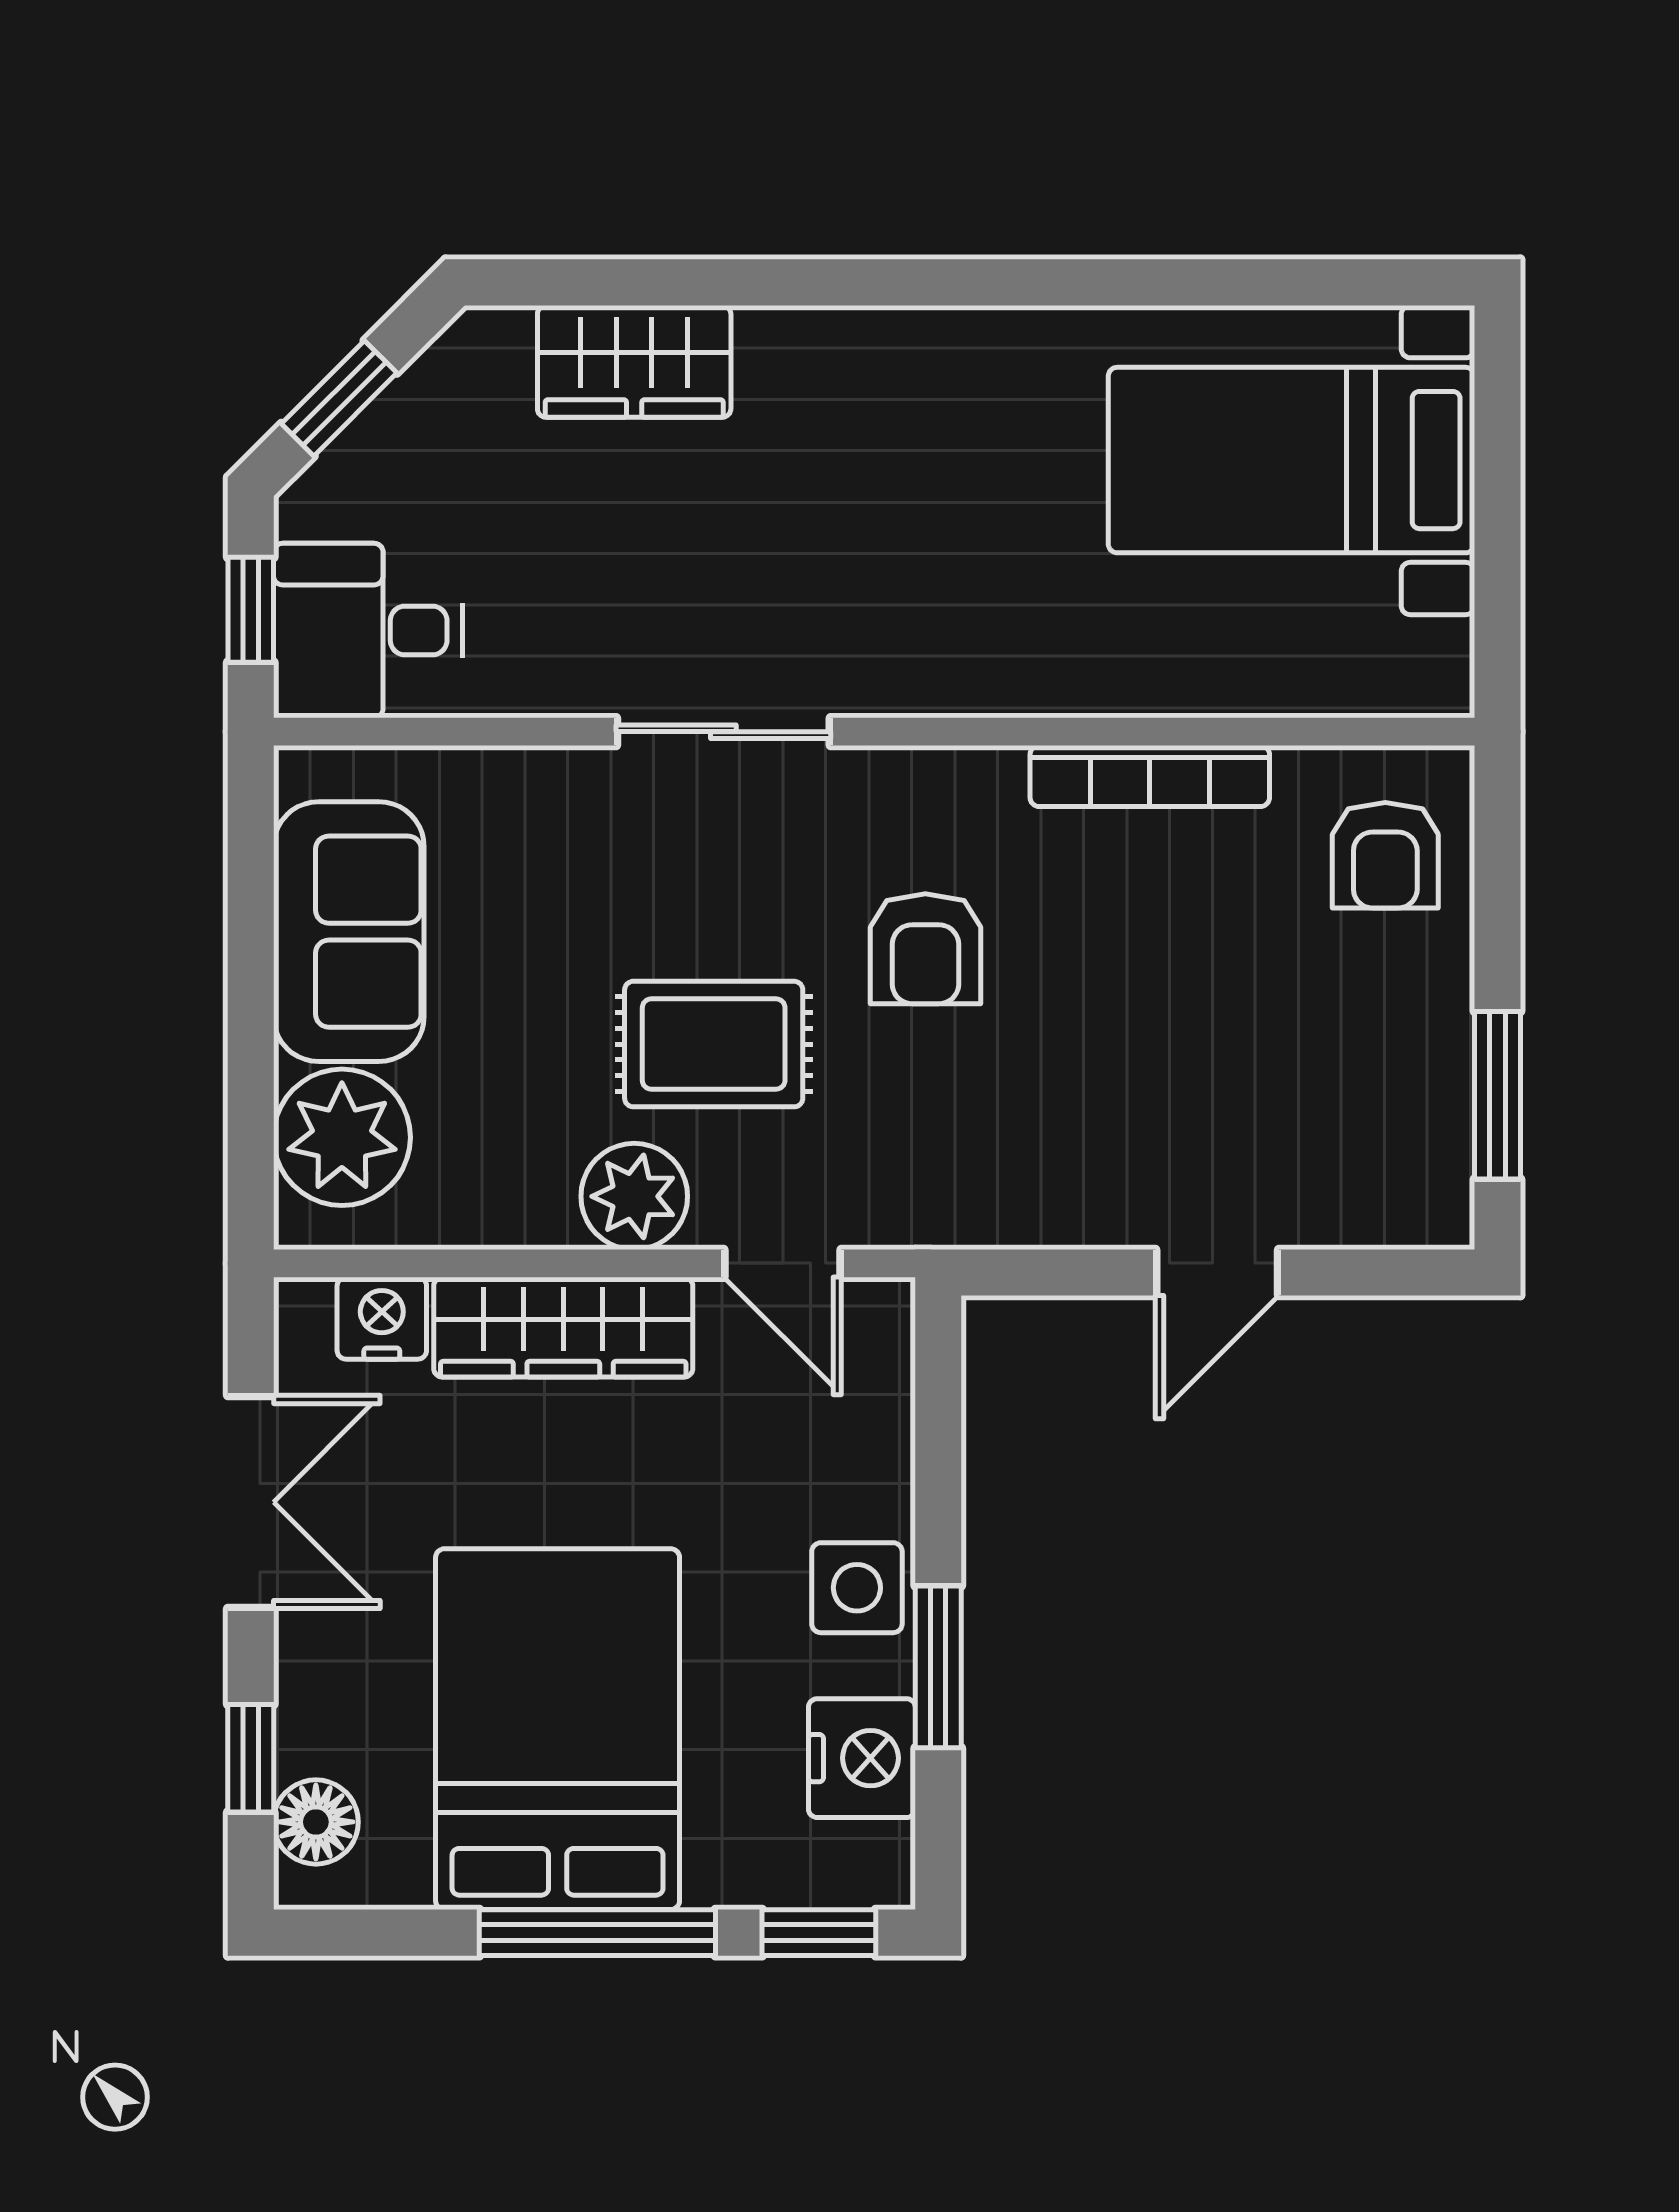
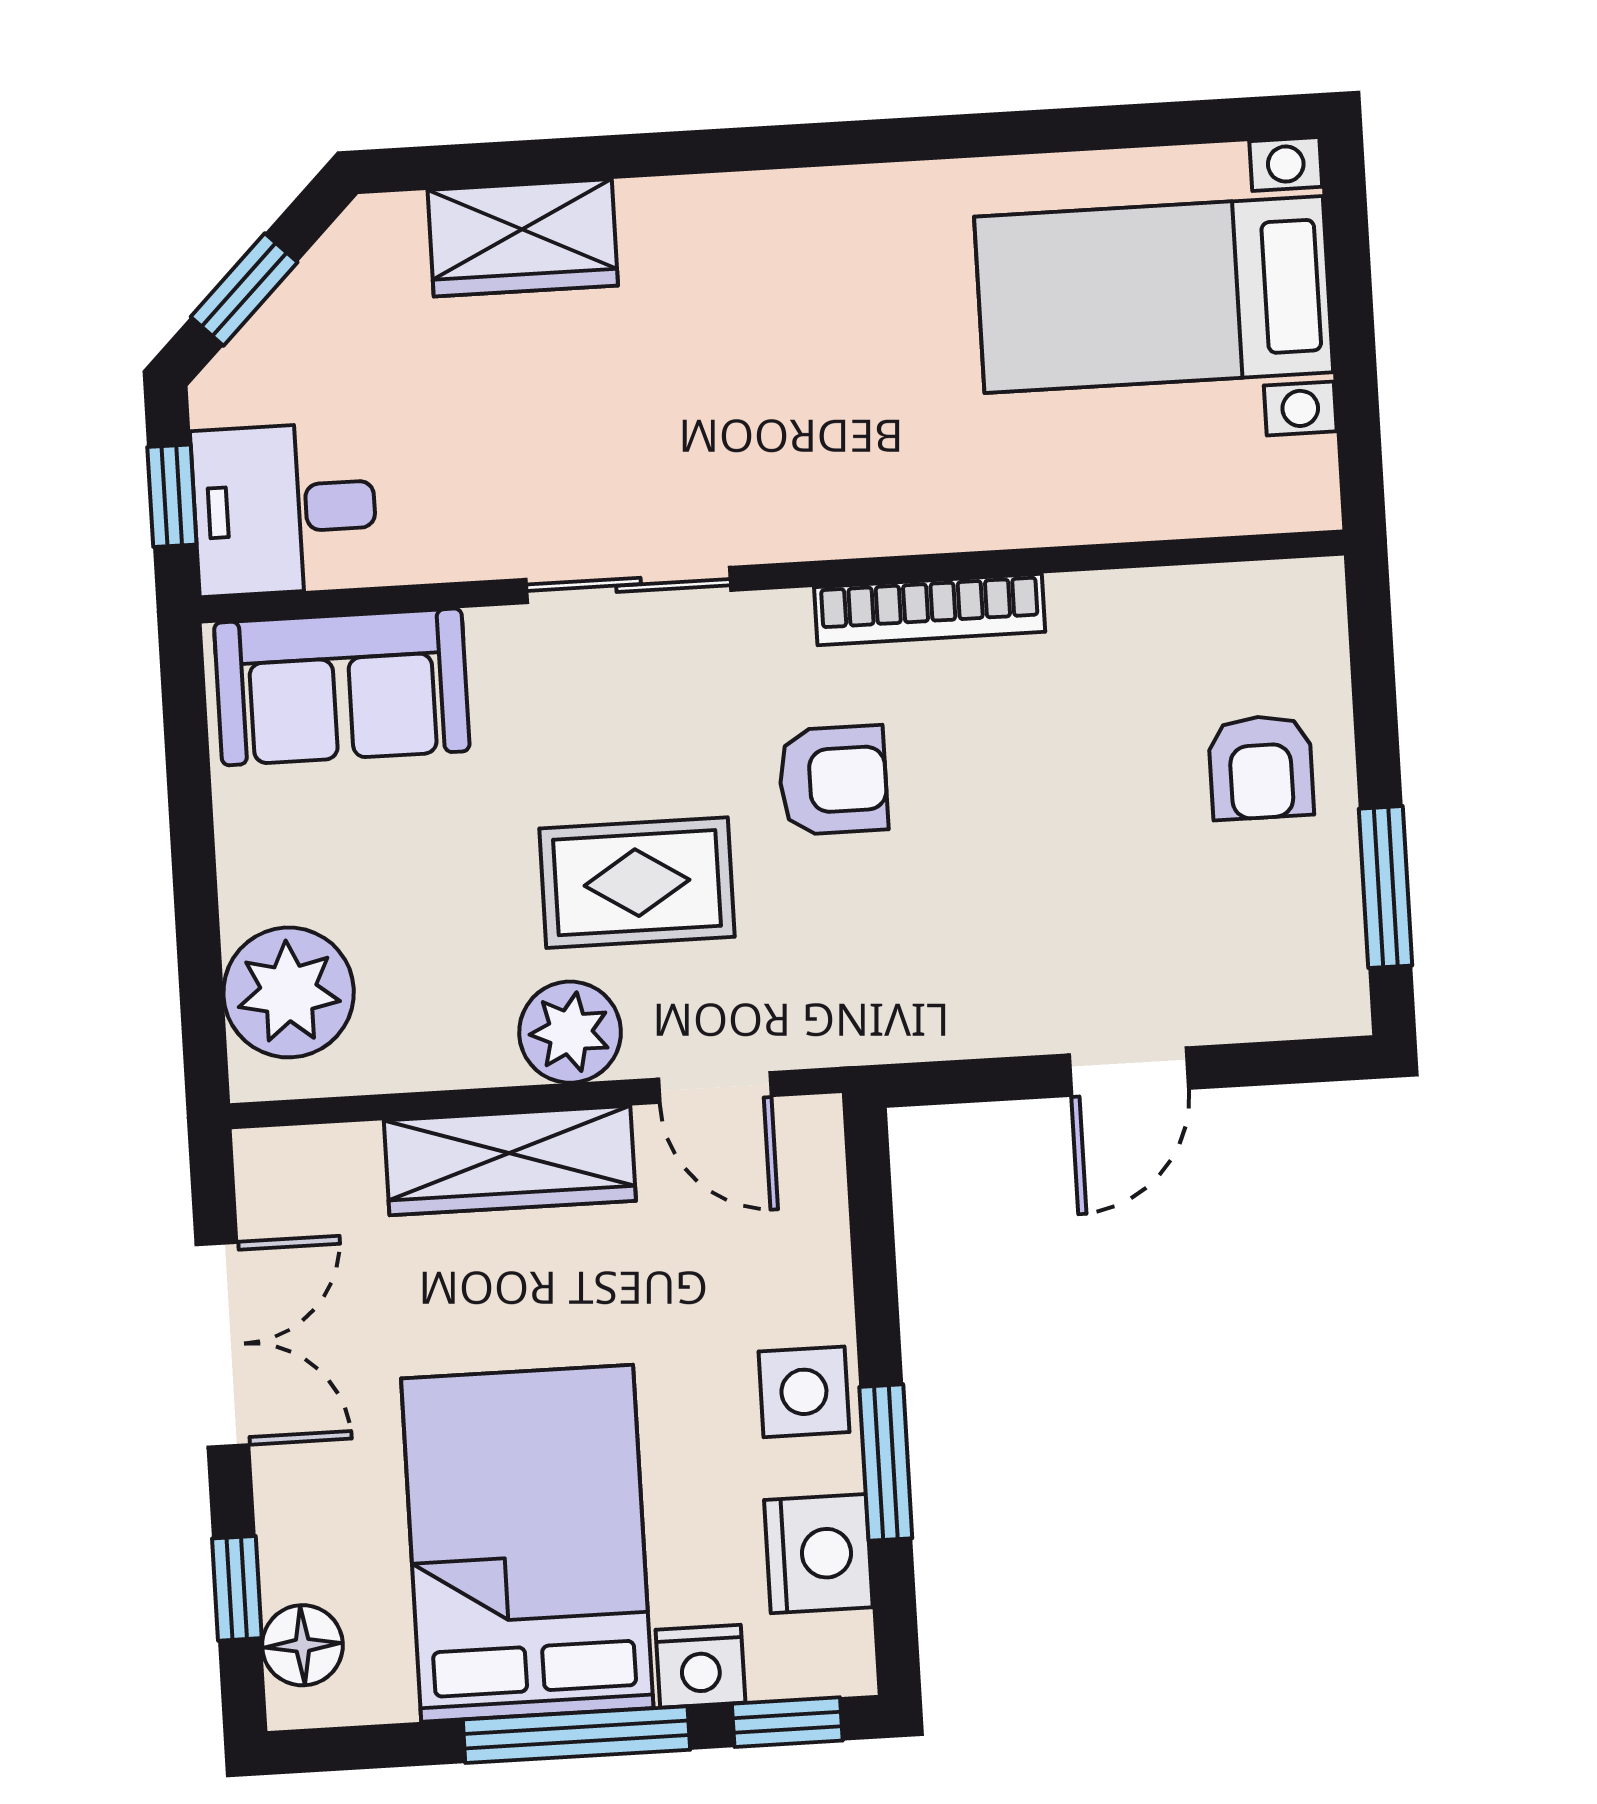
bookcase: (1150, 776) -> (930, 609), moved
armchair: (1385, 855) -> (1261, 767), moved
sofa: (349, 932) -> (342, 687), moved, turned 90
armchair: (925, 949) -> (833, 780), turned -90
nightstand: (382, 1318) -> (700, 1666), moved, turned 180

